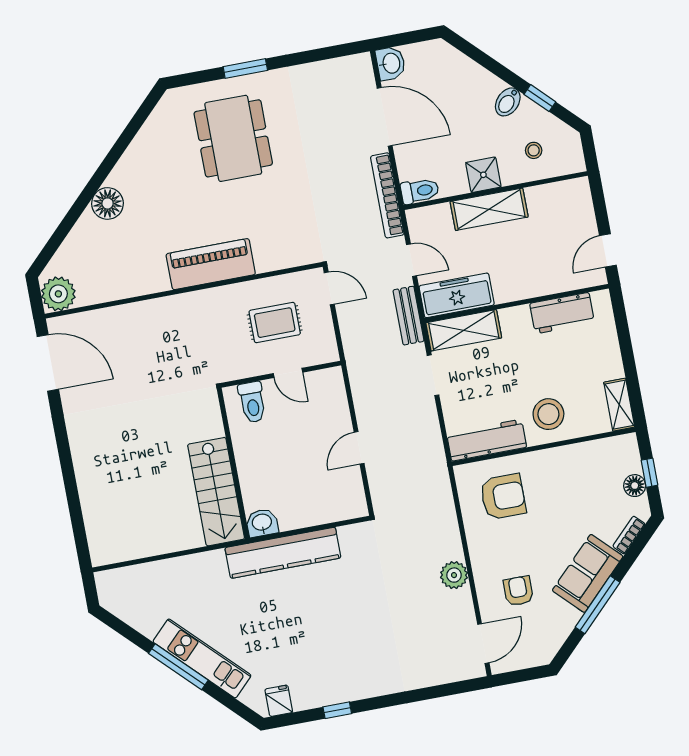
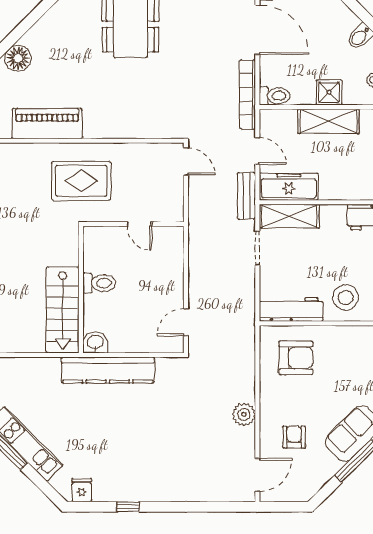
piano: (211, 264) -> (47, 124), moved
rug: (275, 323) -> (81, 181), moved, width x1.36, depth x1.43
toilet: (252, 402) -> (99, 283), moved, turned -90
door: (359, 448) -> (186, 322), moved

